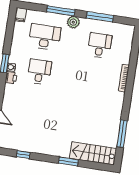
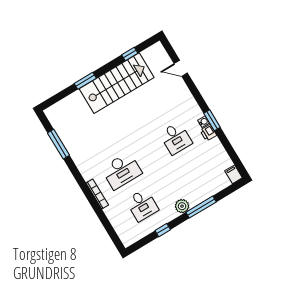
window: (100, 17) -> (163, 230), width x0.46
desk: (45, 37) -> (122, 171), moved
printer: (11, 78) -> (208, 133), moved
stairs: (93, 153) -> (117, 83), moved, width x1.36, depth x1.51

